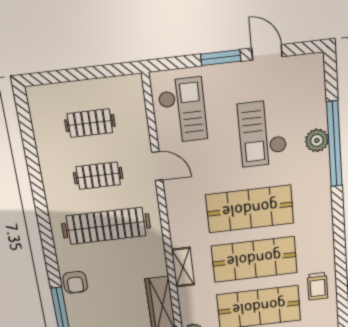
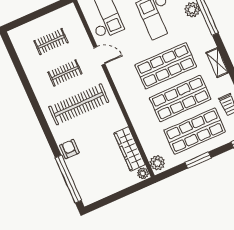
shelving: (183, 267) -> (217, 63), moved
armchair: (75, 282) -> (69, 149), turned 180

